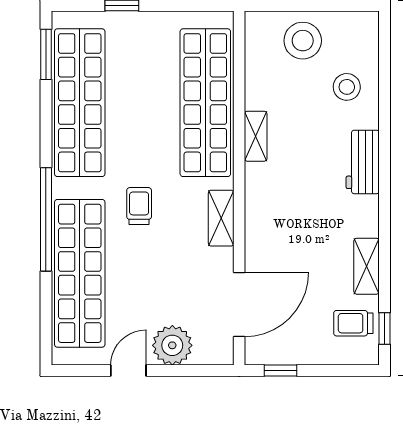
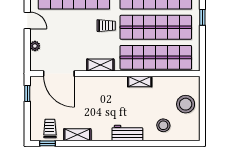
shop shelf: (143, 103) -> (156, 27), added
plant: (172, 345) -> (35, 46), width x0.53, depth x0.53

